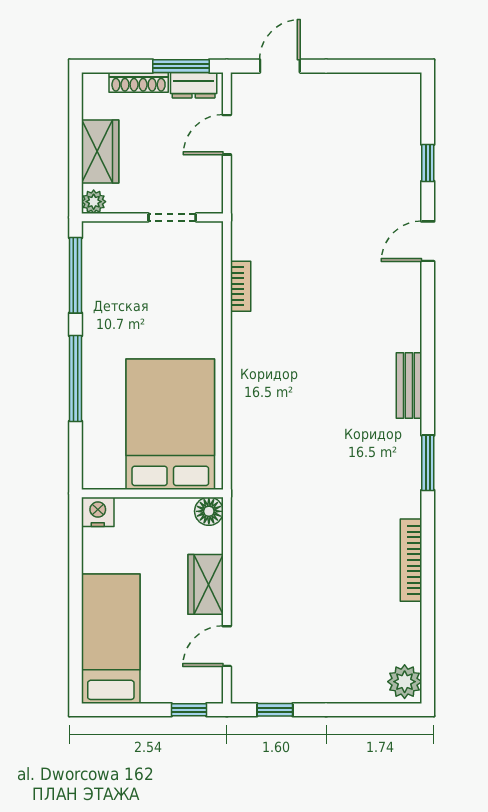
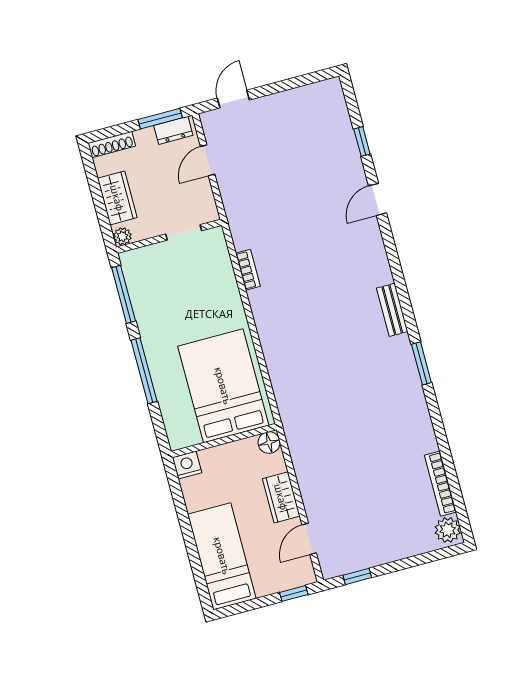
shoe rack: (139, 82) -> (112, 144), moved
bookcase: (411, 560) -> (440, 484), moved

